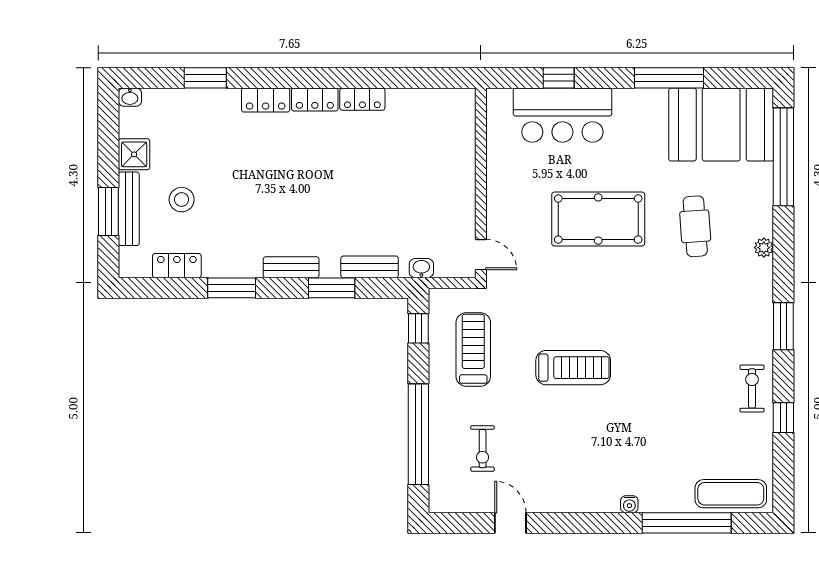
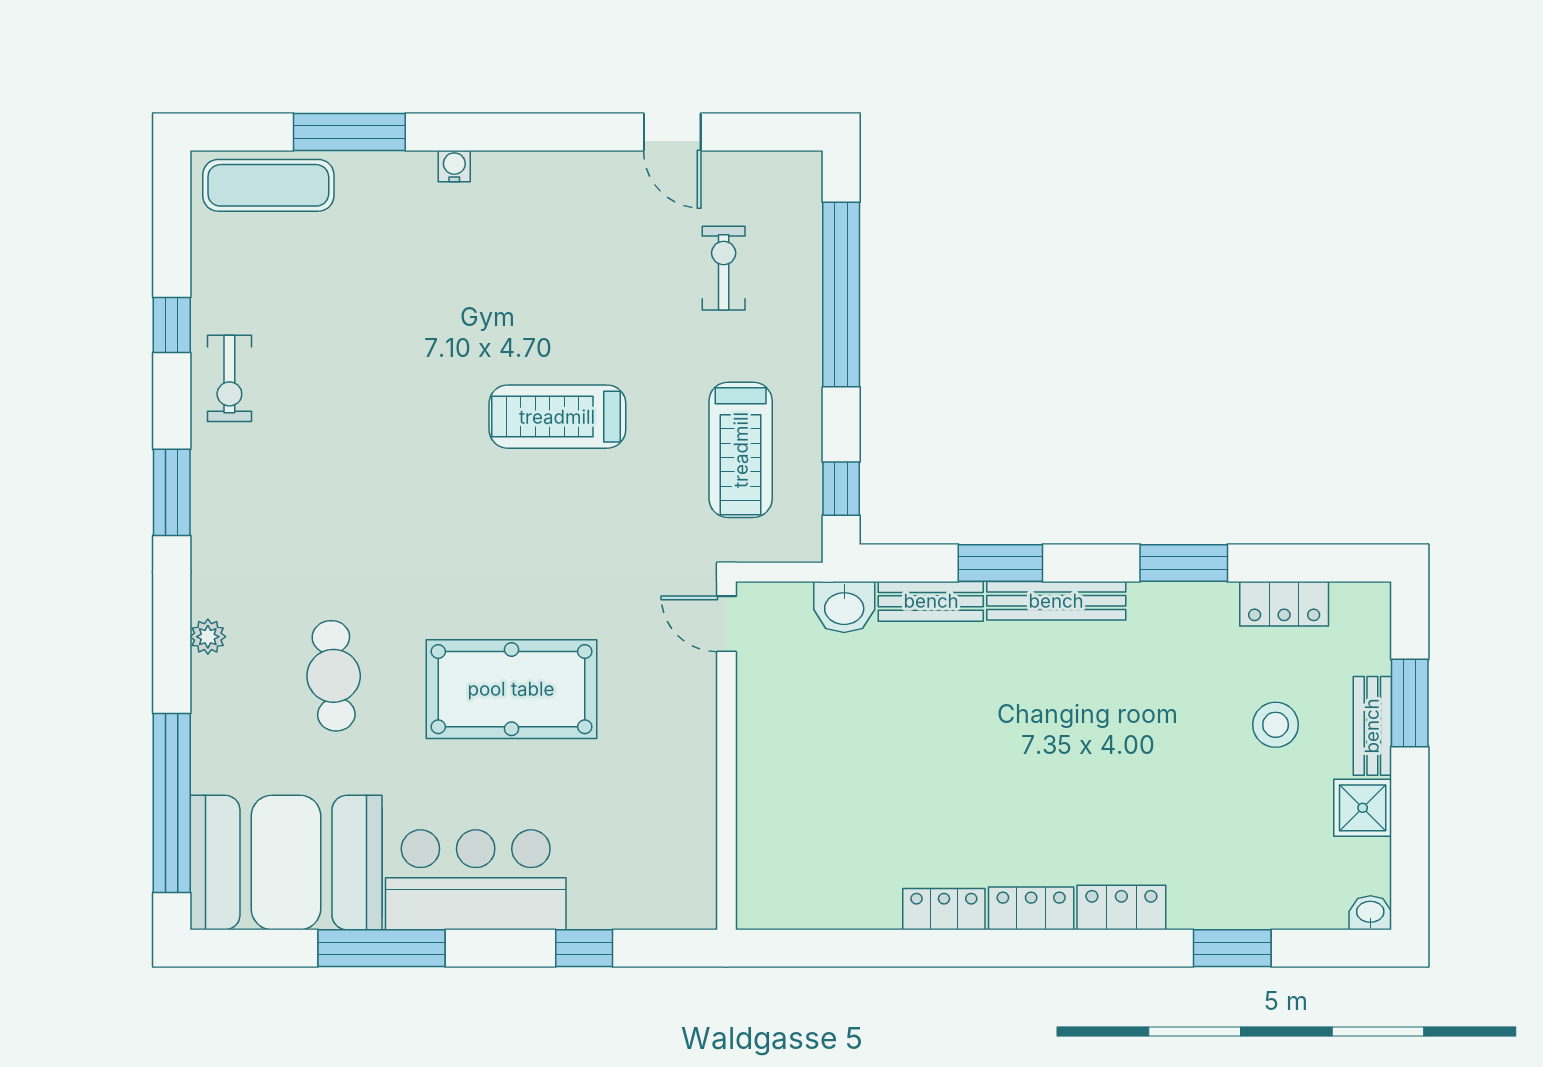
bar counter: (562, 115) -> (476, 880), moved
bench: (129, 209) -> (1372, 726), width x0.73
bench: (291, 267) -> (1056, 601), width x1.36
washbasin: (421, 268) -> (844, 607), width x1.38, depth x1.45
window: (687, 523) -> (349, 132), width x0.68

